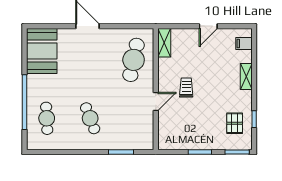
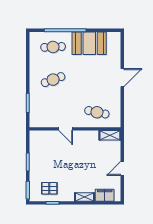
door: (208, 26) -> (122, 168), hinge flipped
filing cabinet: (244, 44) -> (105, 195), width x2.00
booth: (42, 51) -> (89, 43), moved
cafe table: (134, 60) -> (97, 112), width x0.73, depth x0.74
trolley: (186, 88) -> (76, 152), removed

